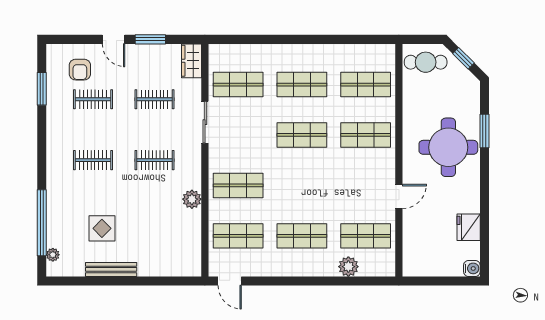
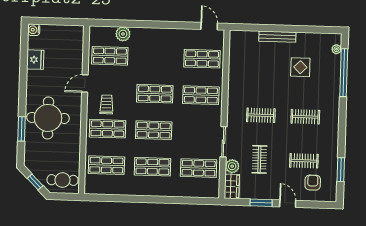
clothes rail: (154, 99) -> (259, 159), turned 90
trolley: (368, 168) -> (106, 104), added
plant: (192, 199) -> (232, 166), moved
shop shelf: (302, 236) -> (155, 94), moved
bench: (111, 269) -> (277, 37), moved

